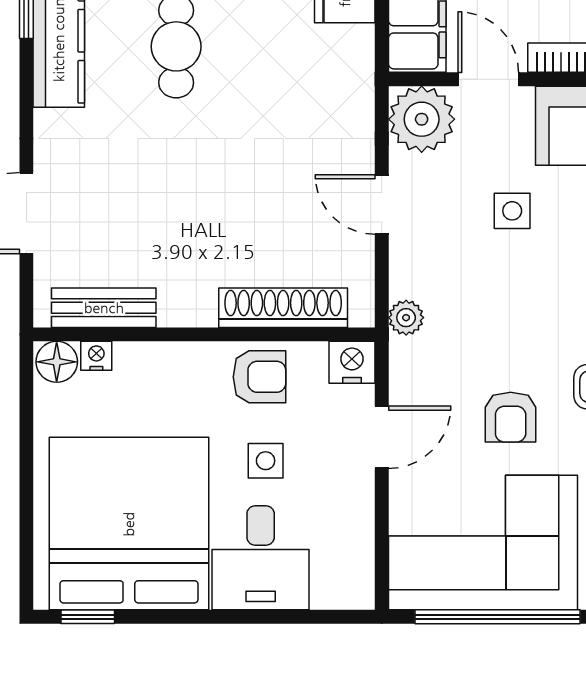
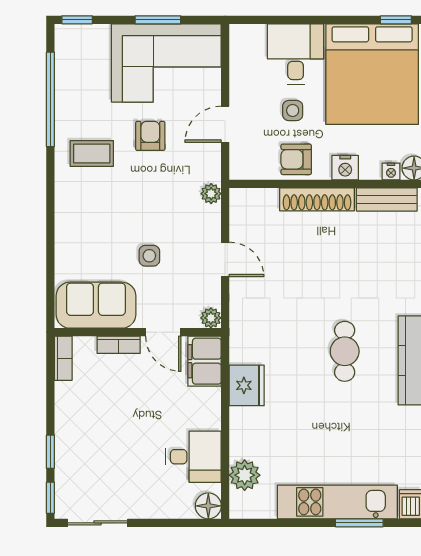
plant: (422, 119) -> (211, 318), width x0.53, depth x0.53
shoe rack: (283, 308) -> (317, 199), moved
nightstand: (352, 362) -> (345, 168), moved
window: (498, 617) -> (158, 20), width x0.47

